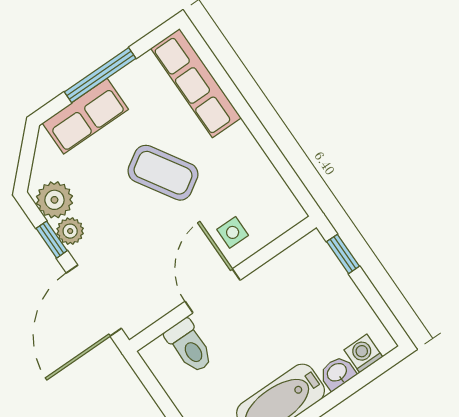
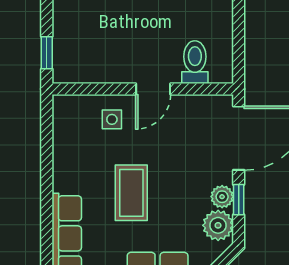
coffee table: (163, 173) -> (131, 193), turned 32
door: (213, 291) -> (153, 89), width x0.73

